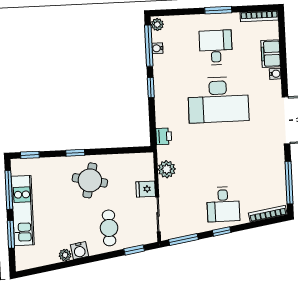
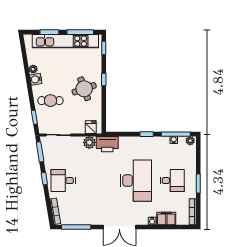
desk: (218, 100) -> (136, 181), turned 180
printer: (164, 136) -> (107, 144), width x1.87, depth x1.48
round table: (90, 180) -> (84, 89), turned -32
fridge: (146, 189) -> (91, 127), moved
kitchen unit: (23, 211) -> (65, 41), width x1.36

